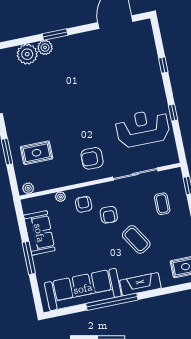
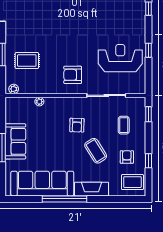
armchair: (84, 204) -> (127, 157), moved
sofa: (39, 233) -> (15, 141), moved

